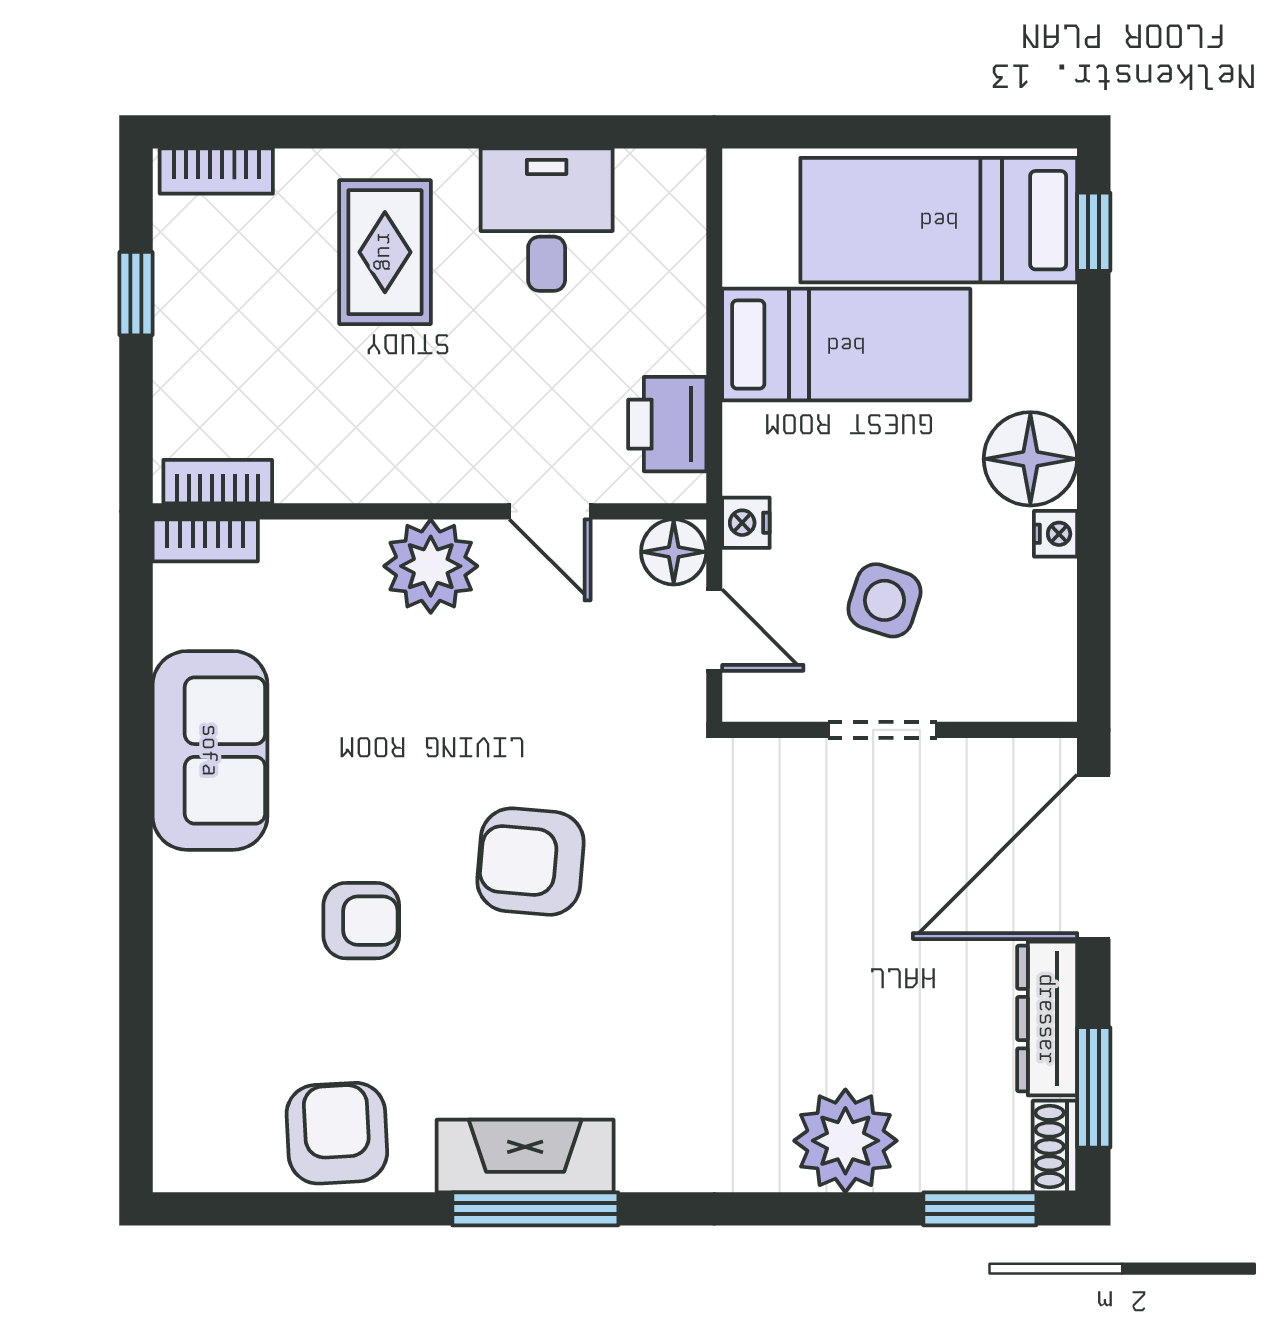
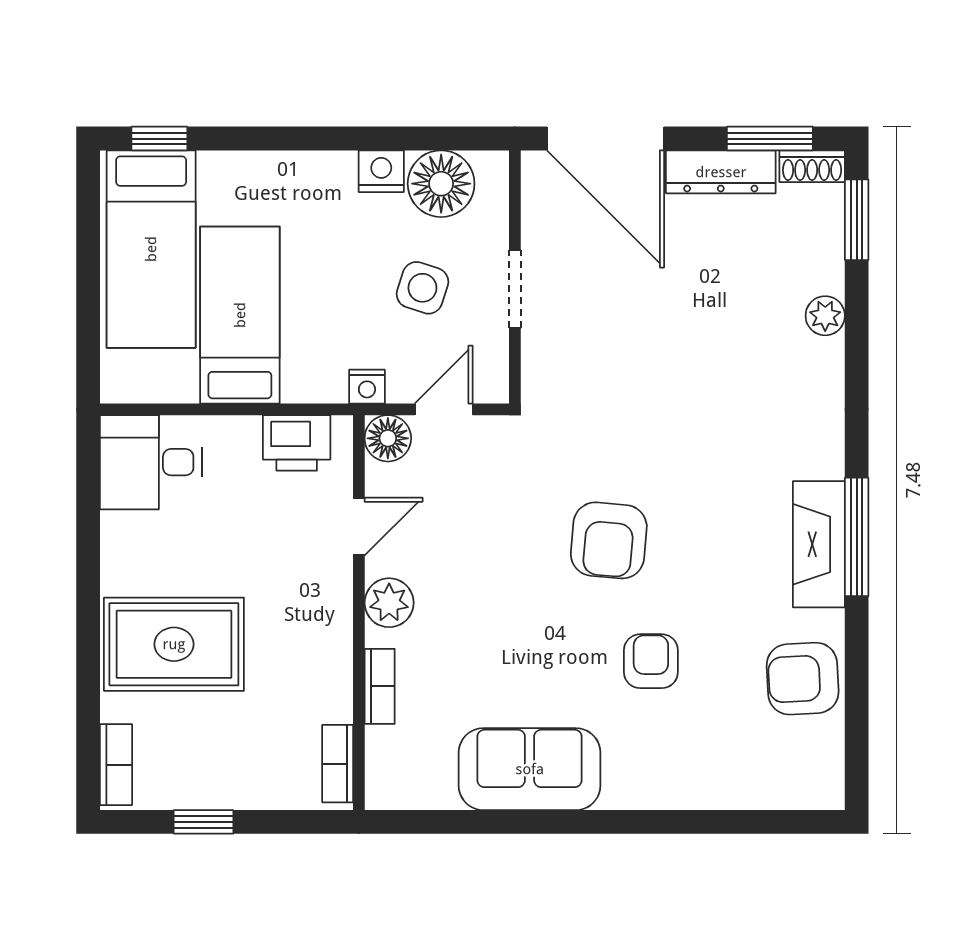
desk: (547, 220) -> (151, 462), moved
rug: (385, 252) -> (174, 644), width x1.36, depth x1.43
floor lamp: (1030, 459) -> (441, 184), moved
nightstand: (1056, 534) -> (381, 171), width x1.39, depth x1.35
bookcase: (205, 540) -> (380, 686), moved
plant: (431, 566) -> (389, 603), width x0.73, depth x0.73
plant: (845, 1141) -> (825, 316), width x0.53, depth x0.53

